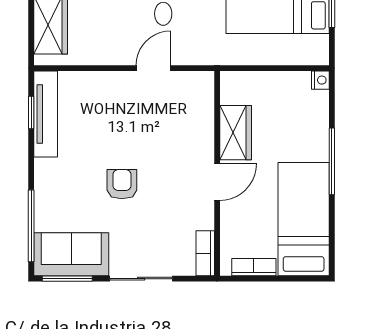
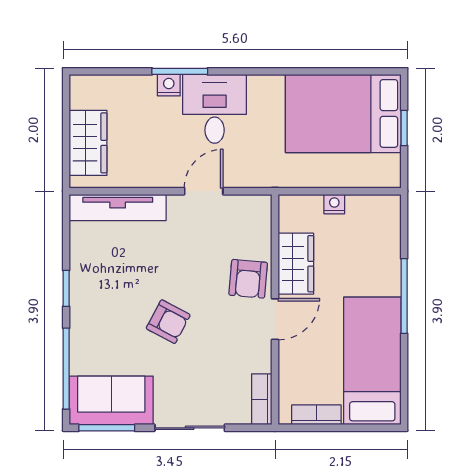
nightstand: (320, 80) -> (334, 204), moved, turned -90
window: (31, 112) -> (66, 288), moved
tv unit: (46, 114) -> (118, 207), moved, turned 90
armchair: (193, 146) -> (248, 279), added
armchair: (122, 184) -> (168, 322), turned 118

